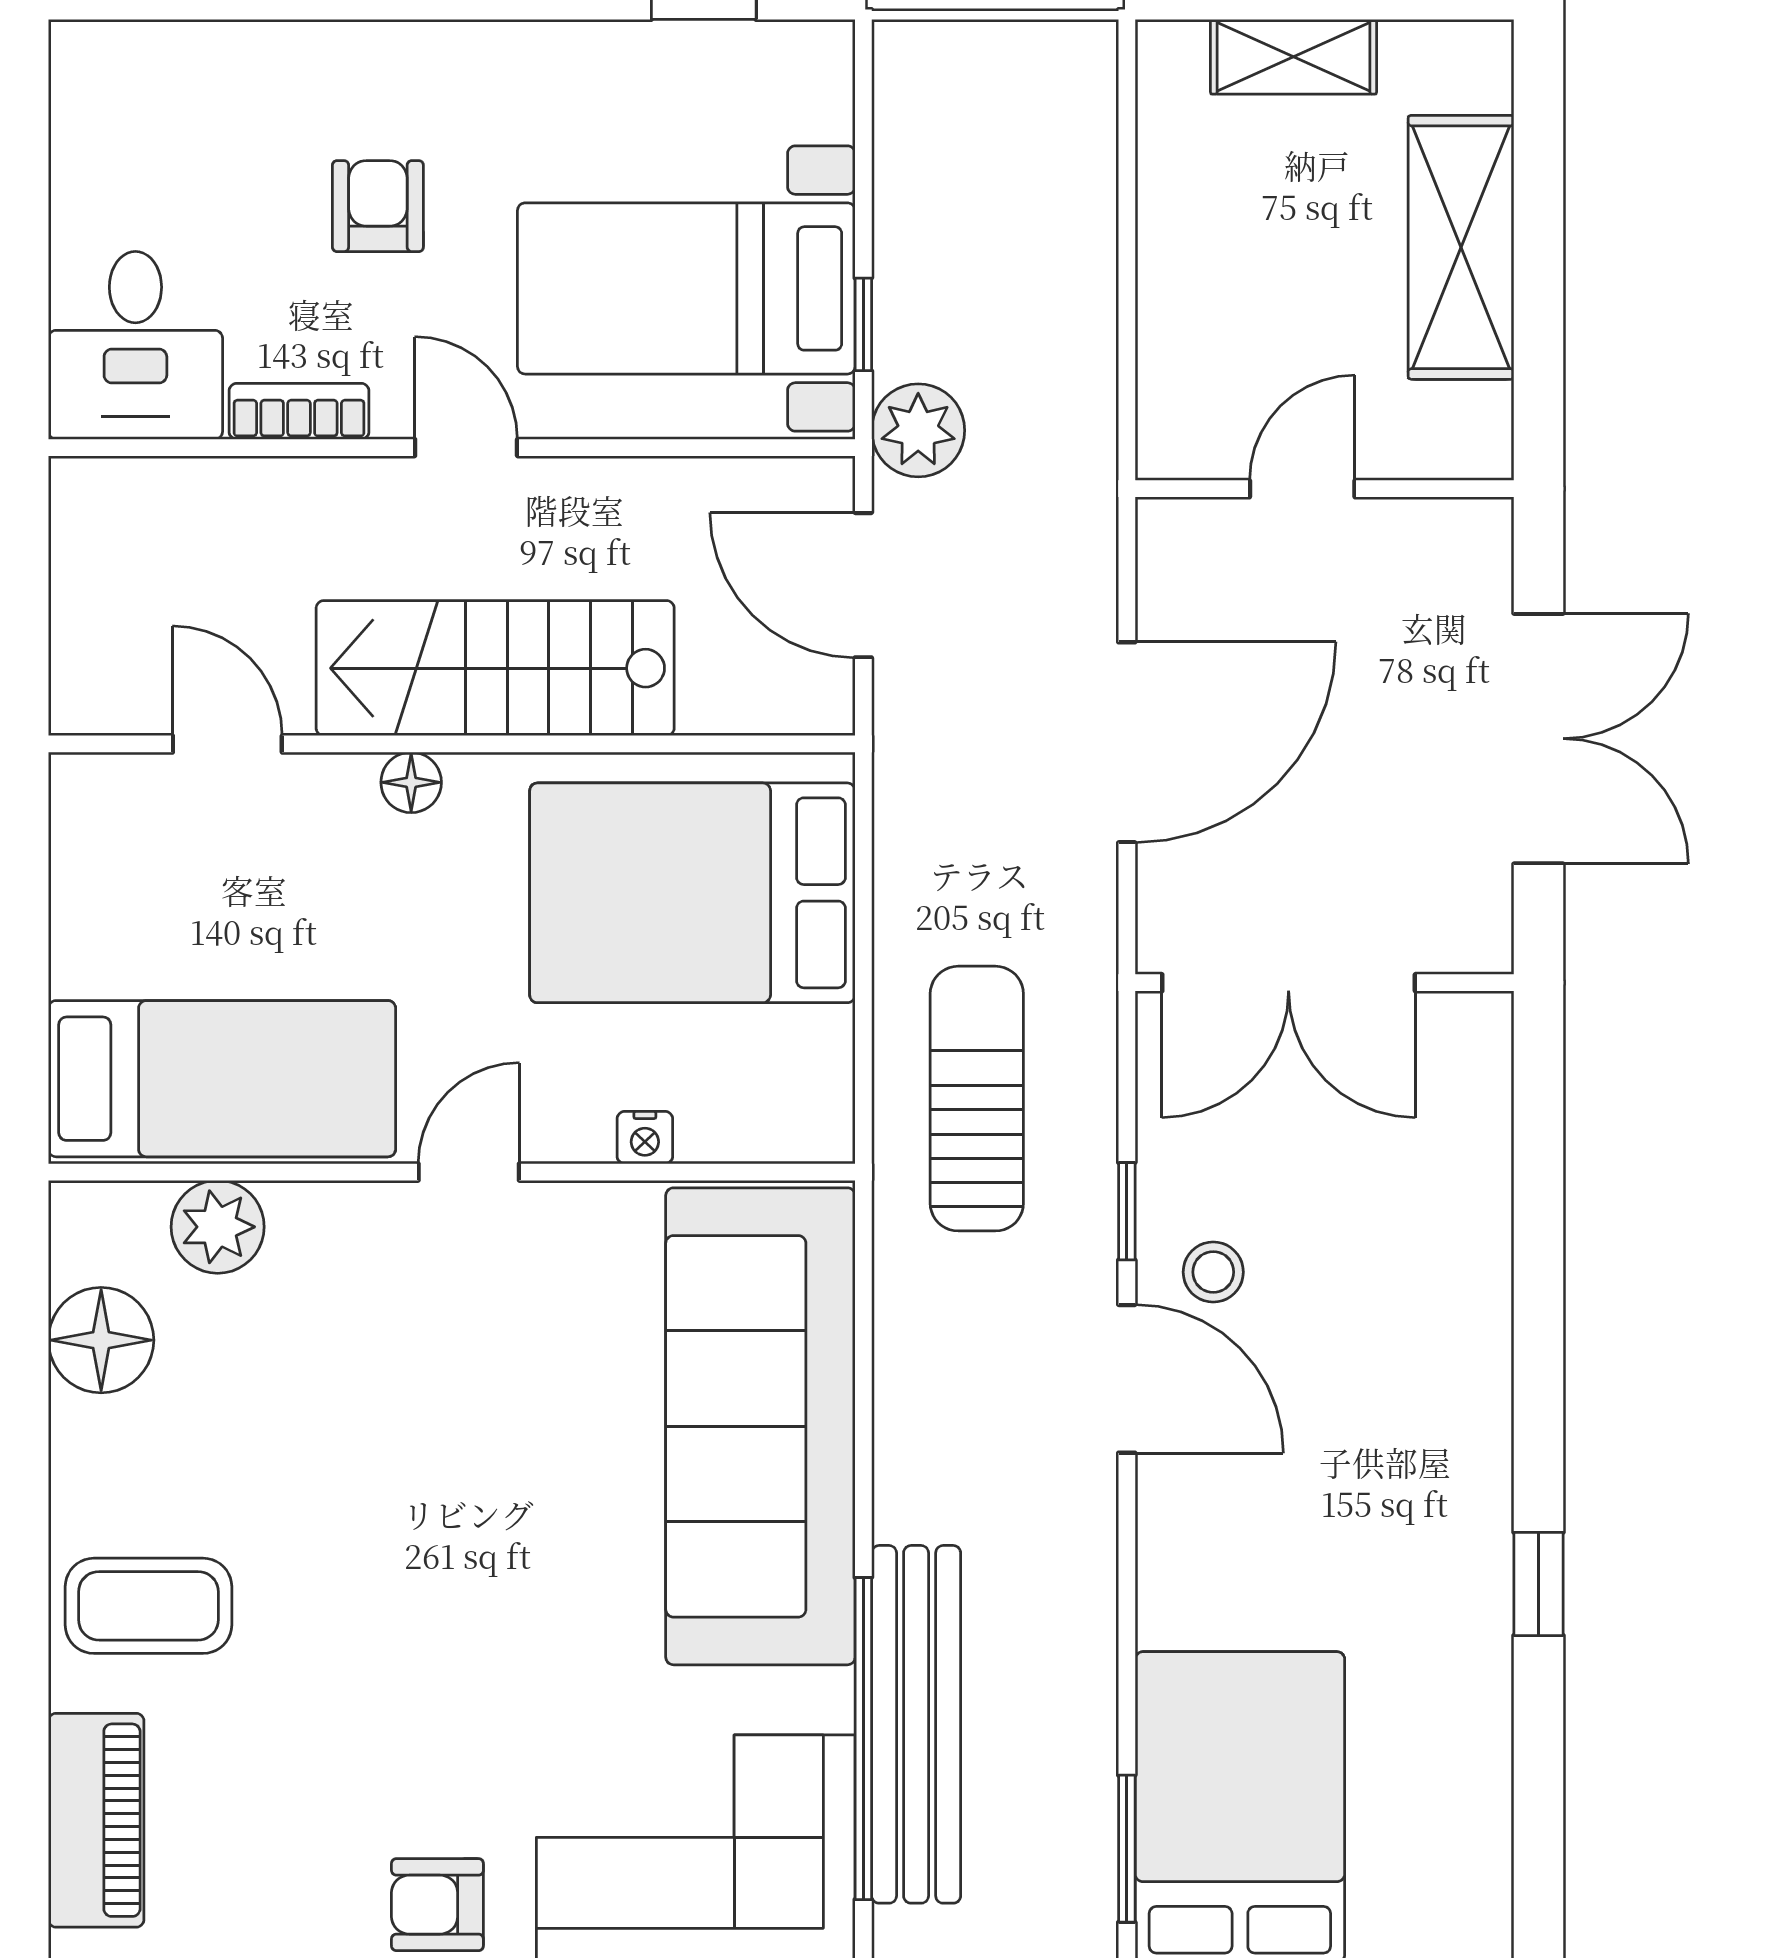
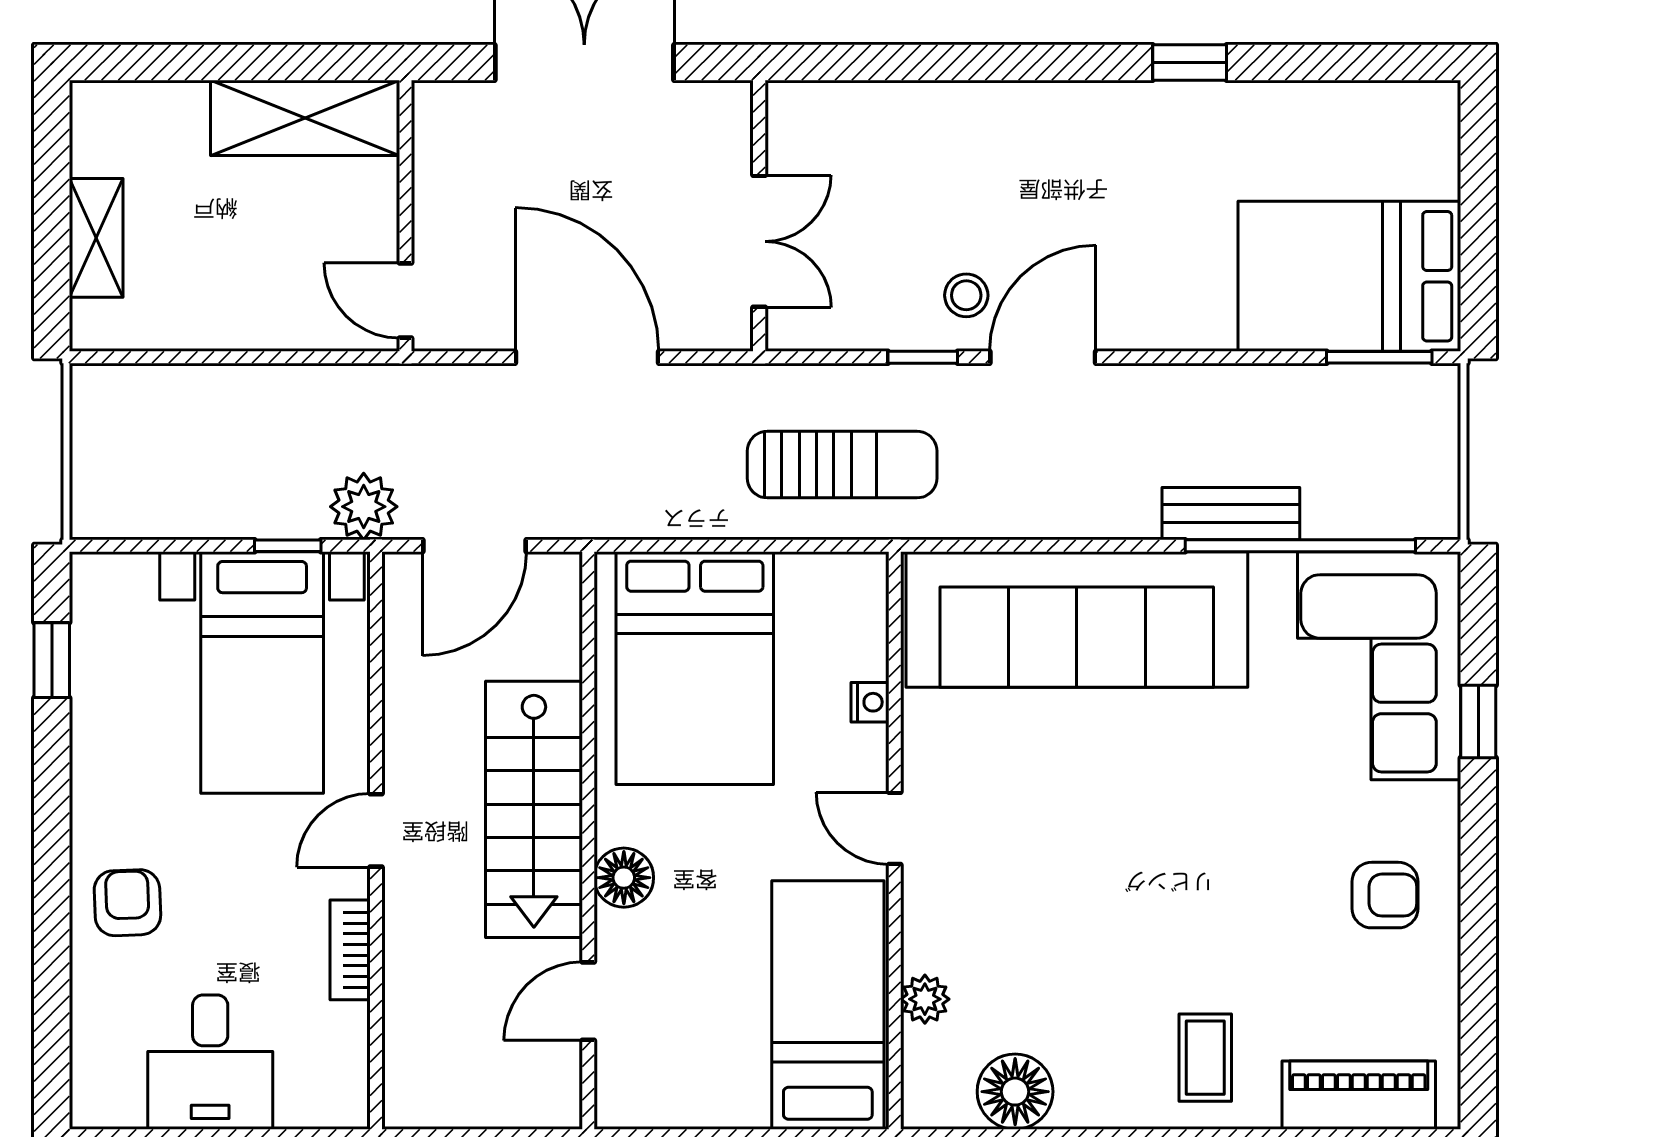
armchair: (378, 206) -> (127, 903), moved, turned 88
shelving: (1461, 247) -> (305, 118), moved
desk: (135, 345) -> (210, 1062), moved, turned 90
door: (1302, 489) -> (405, 300), moved
floor lamp: (411, 782) -> (624, 878), width x1.37, depth x1.37
double door: (1289, 983) -> (759, 241), width x0.73
sun lounger: (977, 1099) -> (842, 465), turned 180
plant: (218, 1227) -> (925, 999), width x0.73, depth x0.73
coffee table: (148, 1606) -> (1205, 1058), width x0.73, depth x0.77
bench: (916, 1724) -> (1231, 514), width x0.54, depth x0.82
armchair: (437, 1905) -> (1385, 895), moved, turned -90

